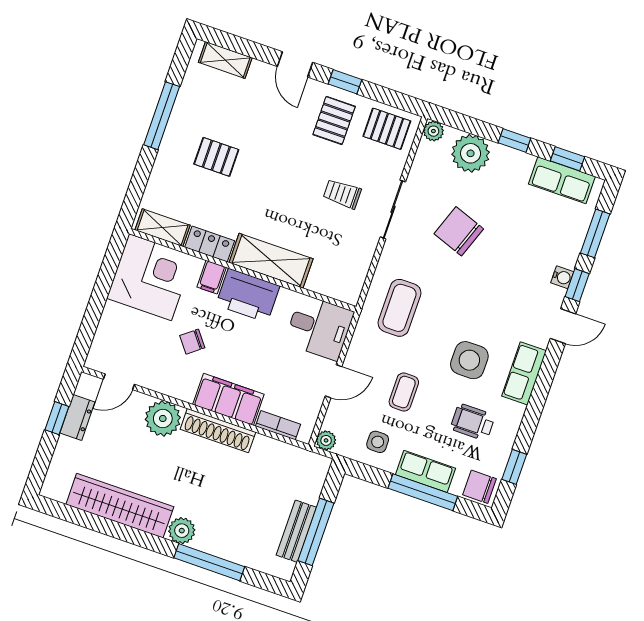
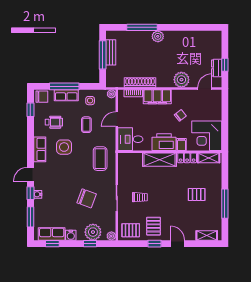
window: (514, 140) -> (90, 244), moved
water cooler: (521, 163) -> (71, 235), added
shoe rack: (218, 431) -> (140, 83), moved
wardrobe: (120, 506) -> (187, 38), removed

